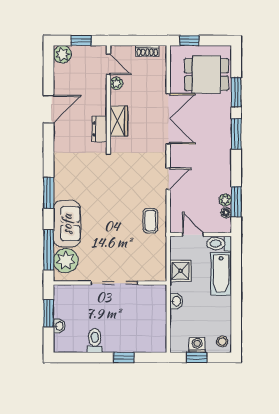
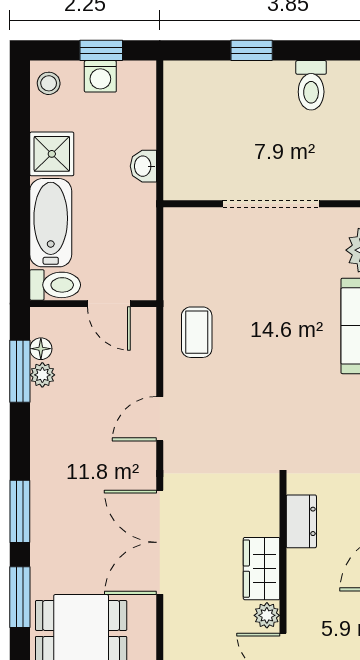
wardrobe: (119, 121) -> (262, 569), moved
shower: (180, 271) -> (52, 154), moved

